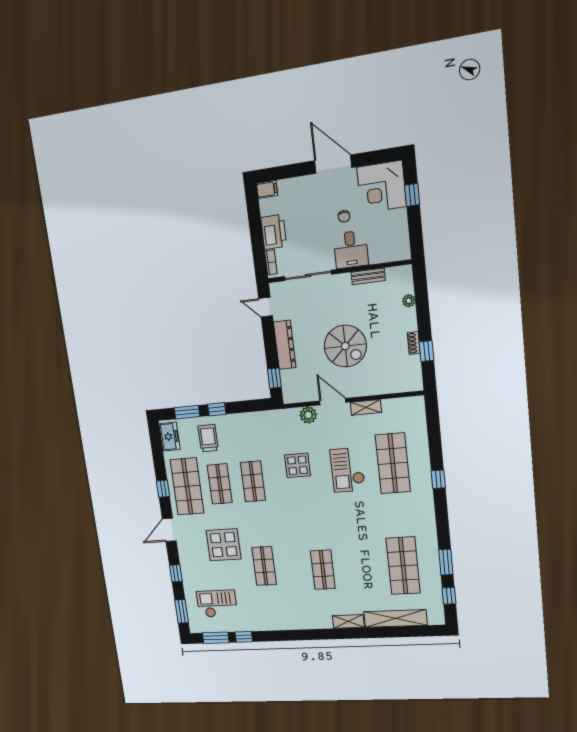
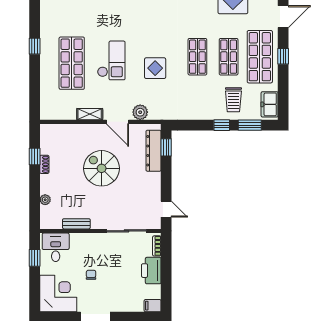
window: (412, 195) -> (35, 258), moved
desk: (351, 250) -> (56, 247), moved
dresser: (285, 345) -> (154, 151), moved

